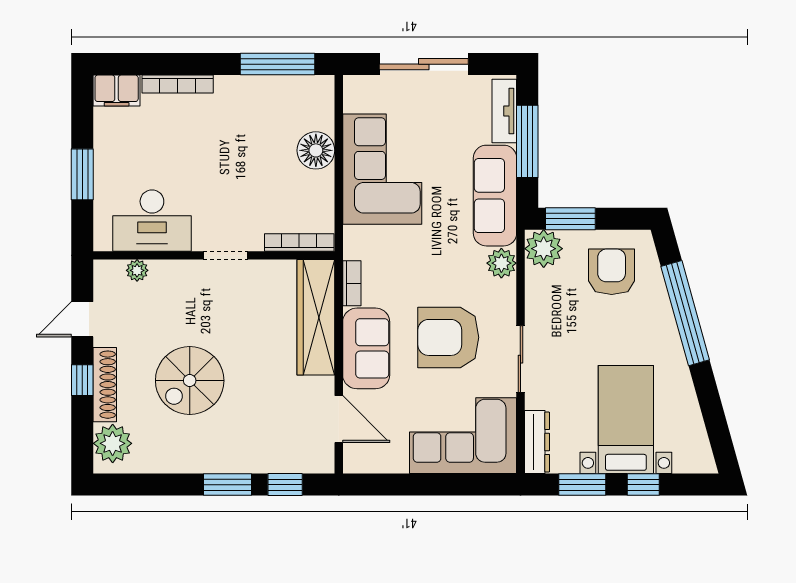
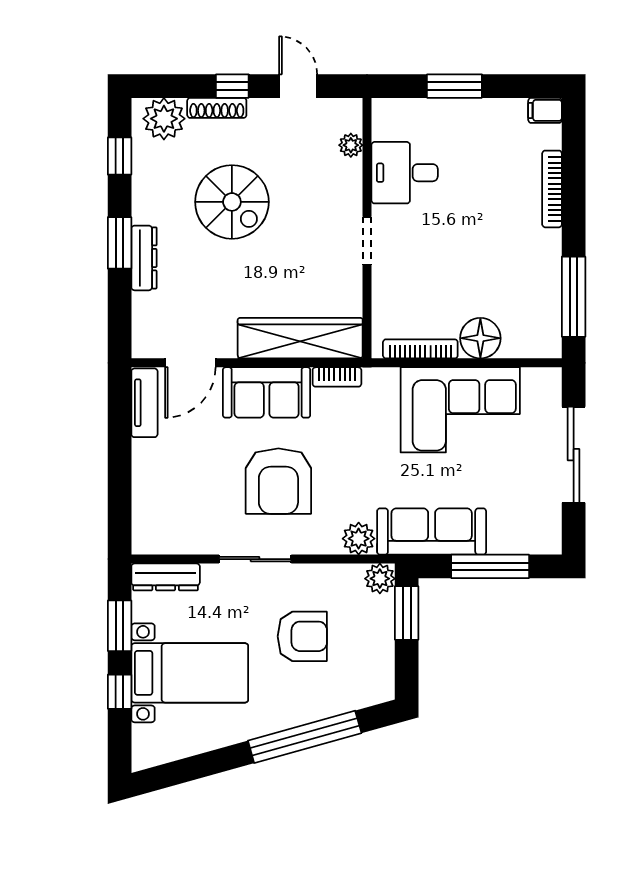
filing cabinet: (117, 90) -> (545, 110), width x0.50
tv unit: (504, 111) -> (144, 403), moved, turned 90
desk: (152, 221) -> (405, 173), width x0.73
bookcase: (299, 242) -> (420, 349), moved, turned -90
plant: (544, 249) -> (380, 579), width x0.73, depth x0.73
armchair: (612, 272) -> (302, 636), moved
armchair: (448, 337) -> (278, 481), turned 180
spiral stairs: (190, 381) -> (232, 202), turned 180
shoe rack: (105, 385) -> (217, 108), width x0.74, depth x0.81
corner sofa: (463, 436) -> (172, 497), removed
dresser: (242, 462) -> (144, 258), added
window: (285, 485) -> (120, 156), moved

